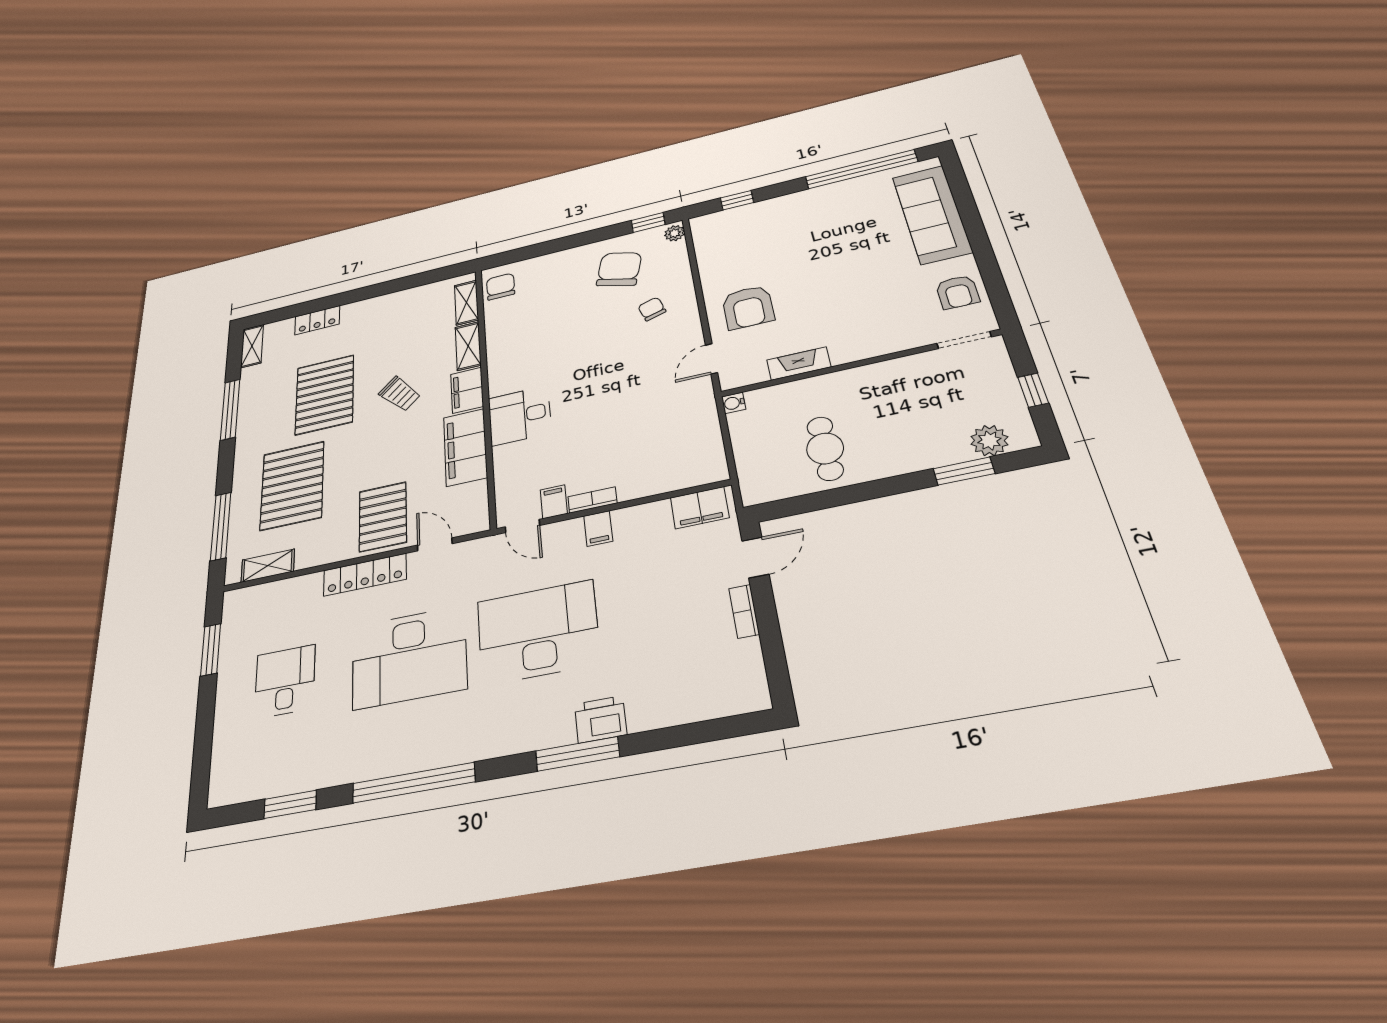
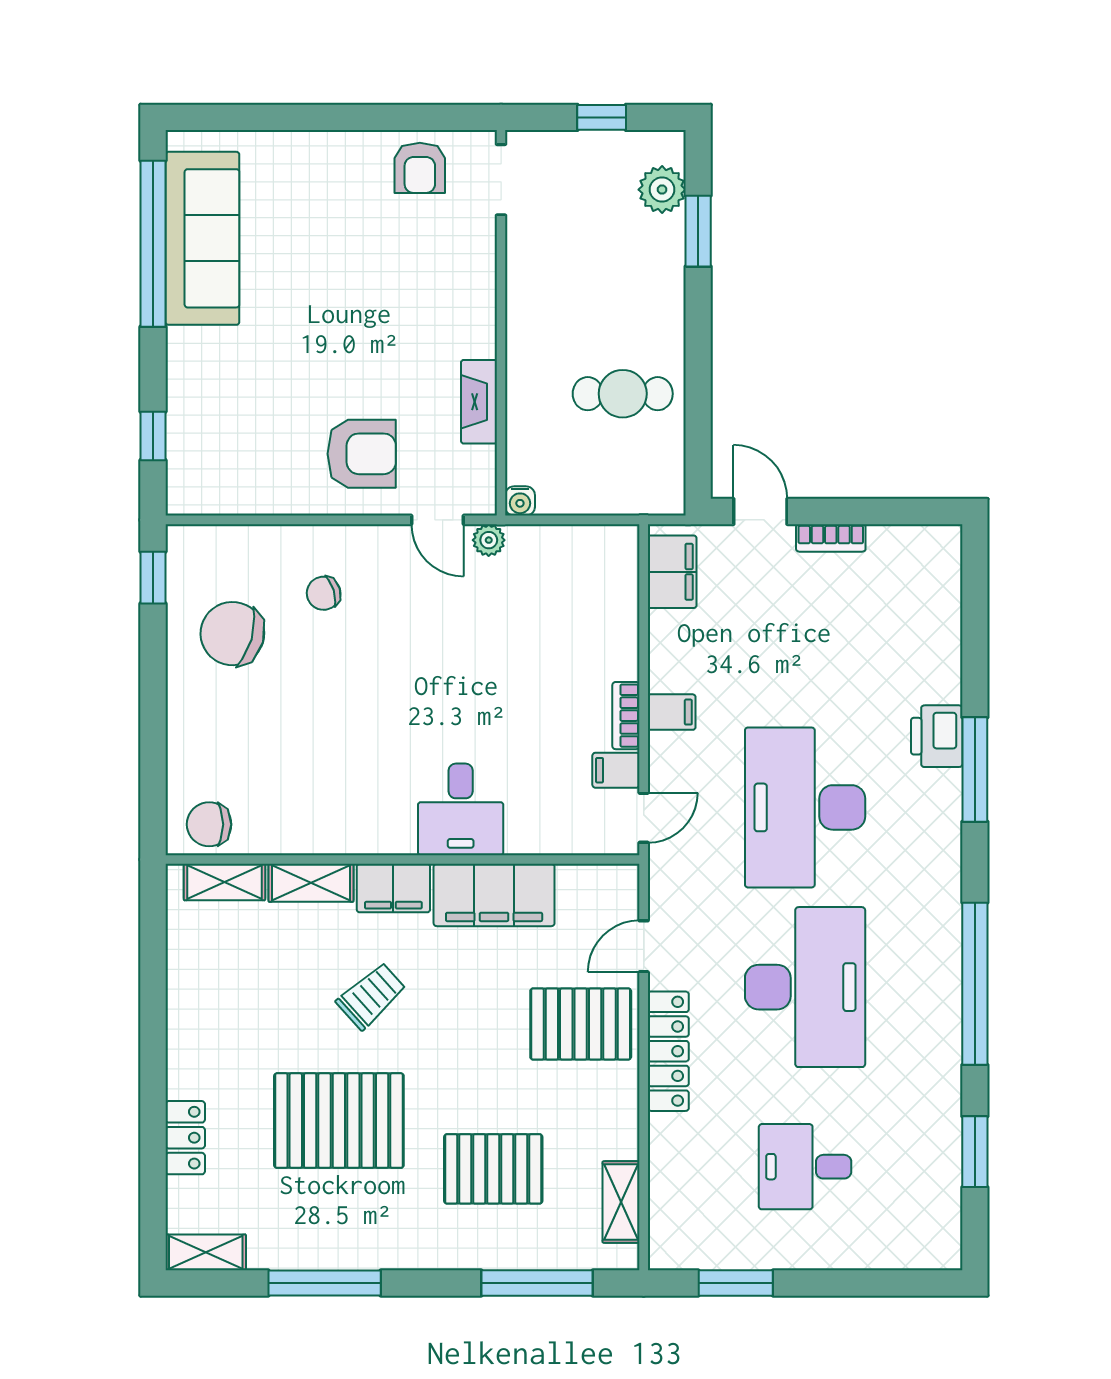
sofa: (932, 214) -> (202, 238), moved, turned -90
plant: (674, 233) -> (489, 540), moved
armchair: (957, 292) -> (420, 168), turned 90
pallet: (292, 485) -> (493, 1169), width x0.73, depth x0.71

